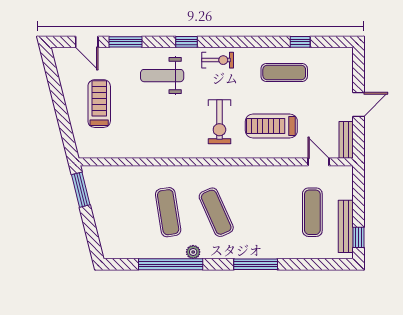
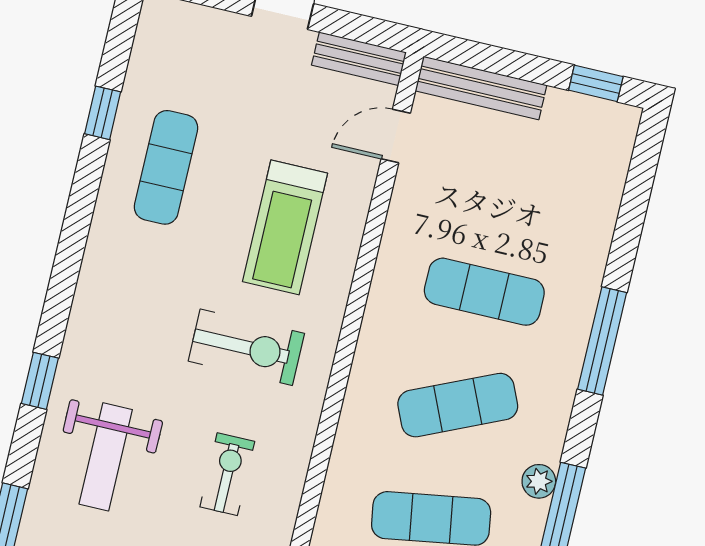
exercise bike: (218, 60) -> (227, 474), moved
exercise mat: (312, 212) -> (484, 292), moved
bench: (346, 226) -> (481, 88), moved

